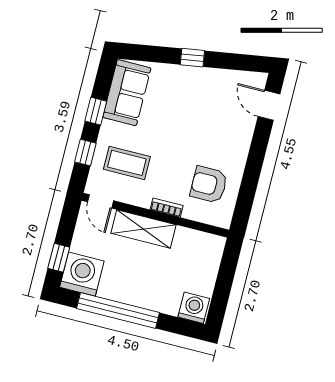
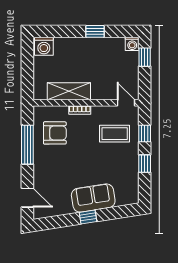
sofa: (127, 93) -> (93, 198), moved, turned 81
window: (251, 178) -> (27, 145), added
shelving: (143, 229) -> (69, 91), moved
washing machine: (82, 274) -> (132, 44), width x0.53, depth x0.53
window: (118, 310) -> (95, 31), width x0.32

